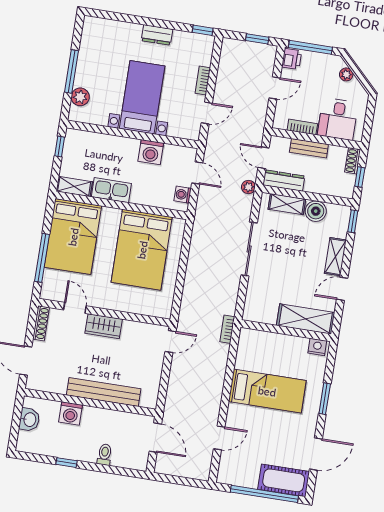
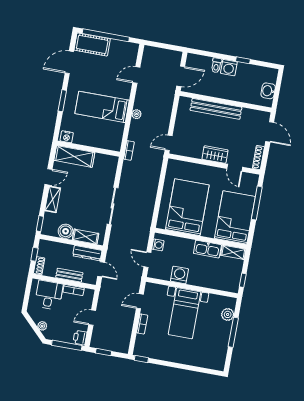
dresser: (157, 35) -> (173, 356), removed
plant: (248, 187) -> (137, 114), moved
washing machine: (71, 413) -> (229, 68), moved, turned 180
door: (155, 438) -> (181, 76), swing flipped

